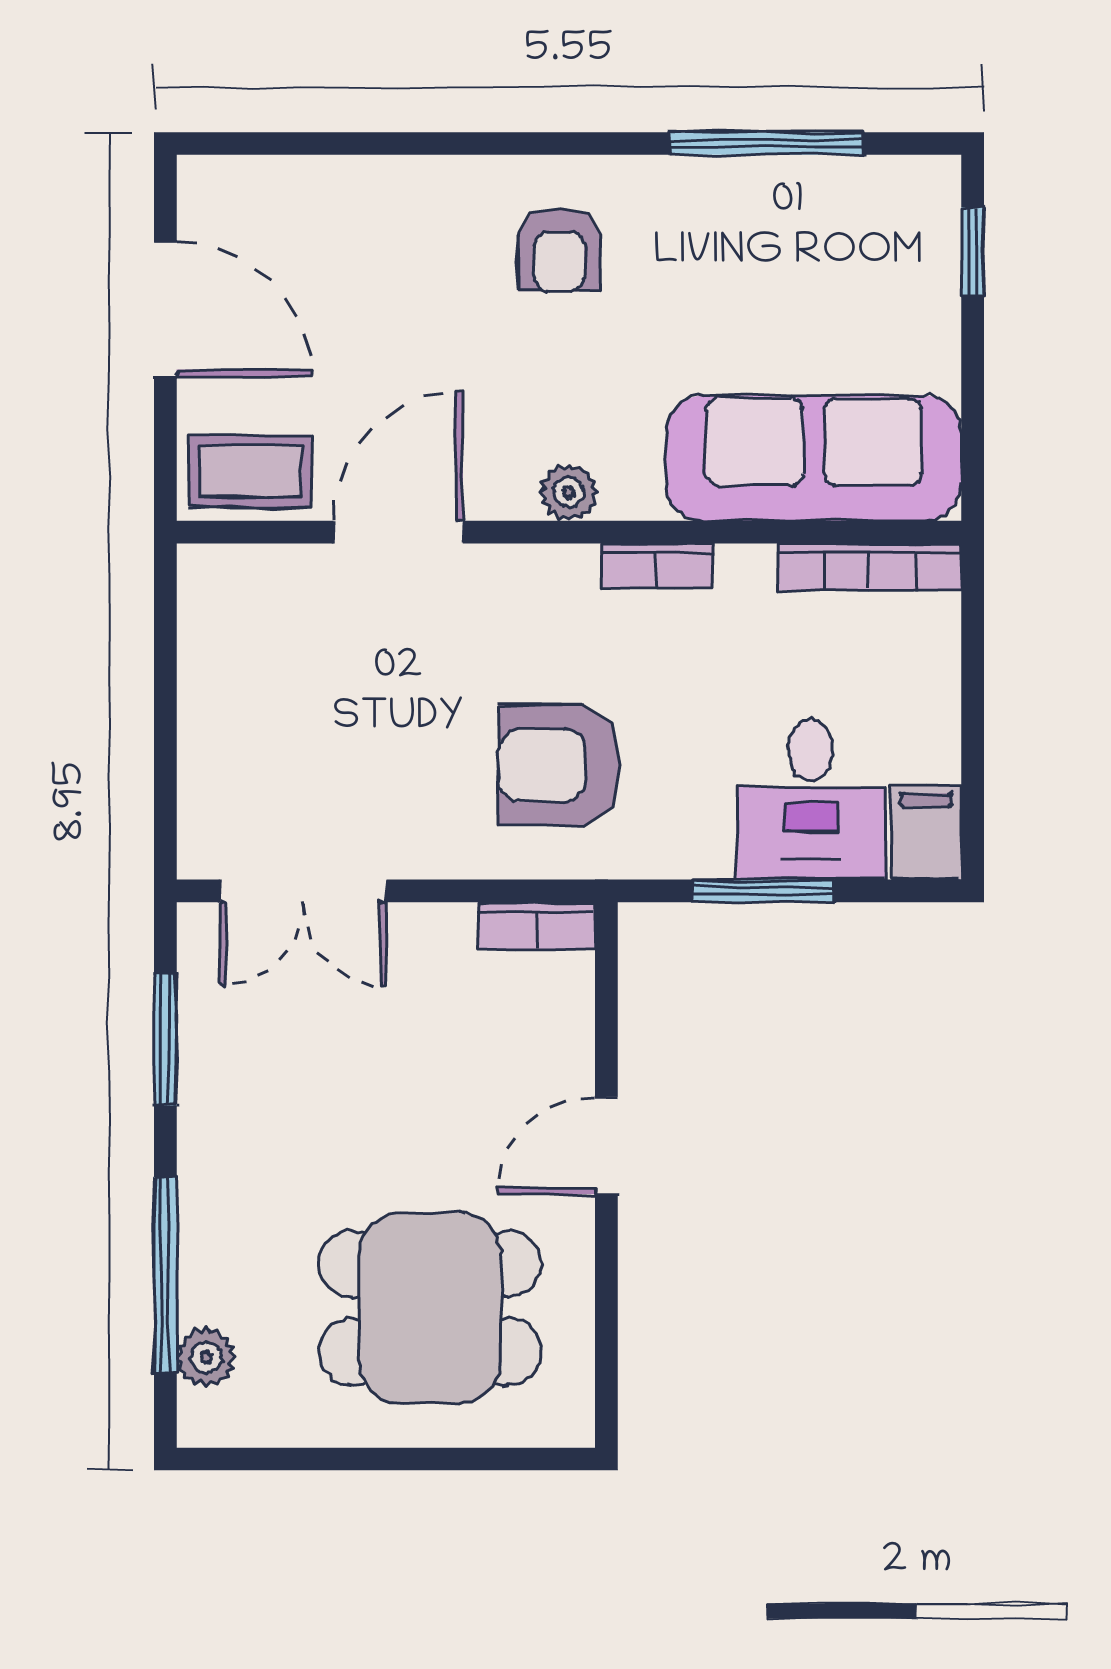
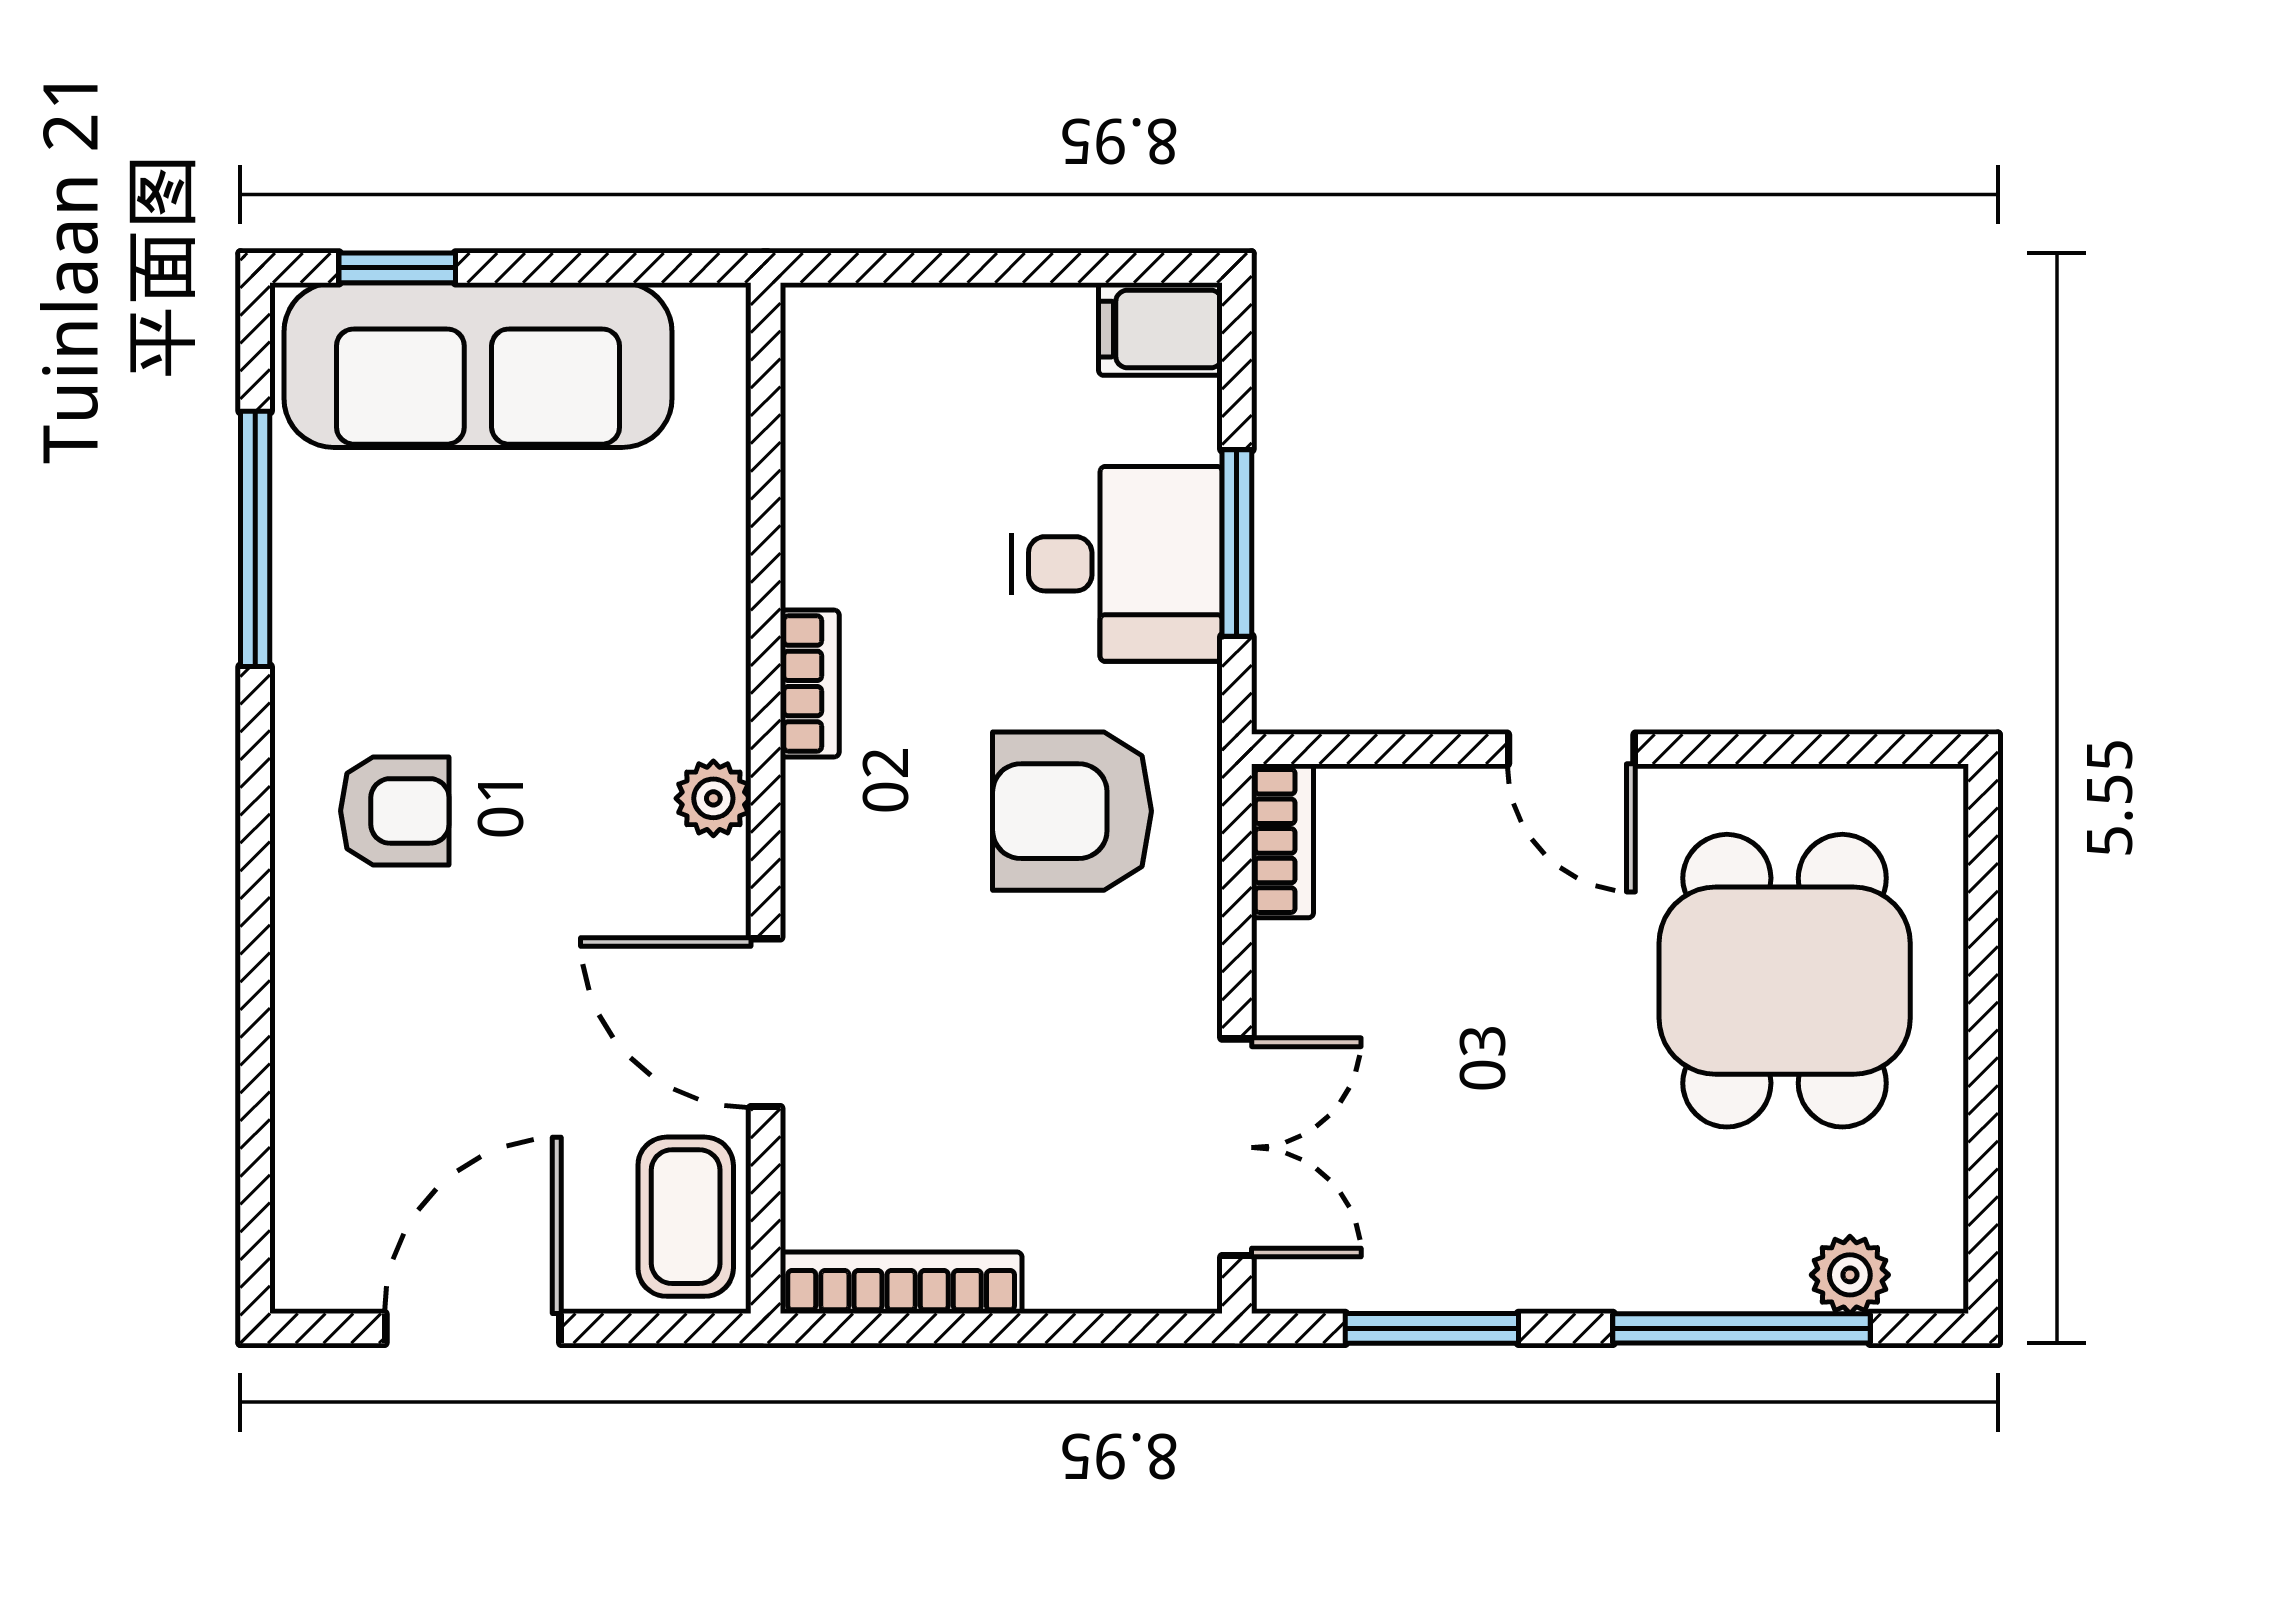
sofa: (814, 458) -> (478, 365), moved, turned -90
bookcase: (869, 567) -> (901, 1283), moved, turned -90
armchair: (559, 765) -> (1072, 811), turned 90
desk: (811, 800) -> (1117, 564), moved

